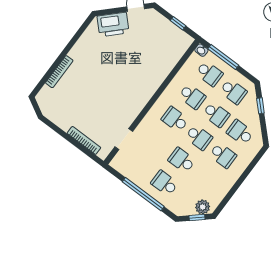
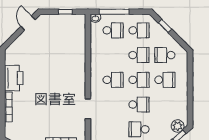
printer: (113, 24) -> (14, 78), moved, turned -45
school desk: (192, 96) -> (113, 55), removed
school desk: (175, 119) -> (113, 80), turned 180
doorway: (124, 139) -> (88, 109), moved
school desk: (182, 160) -> (139, 105), turned 180

